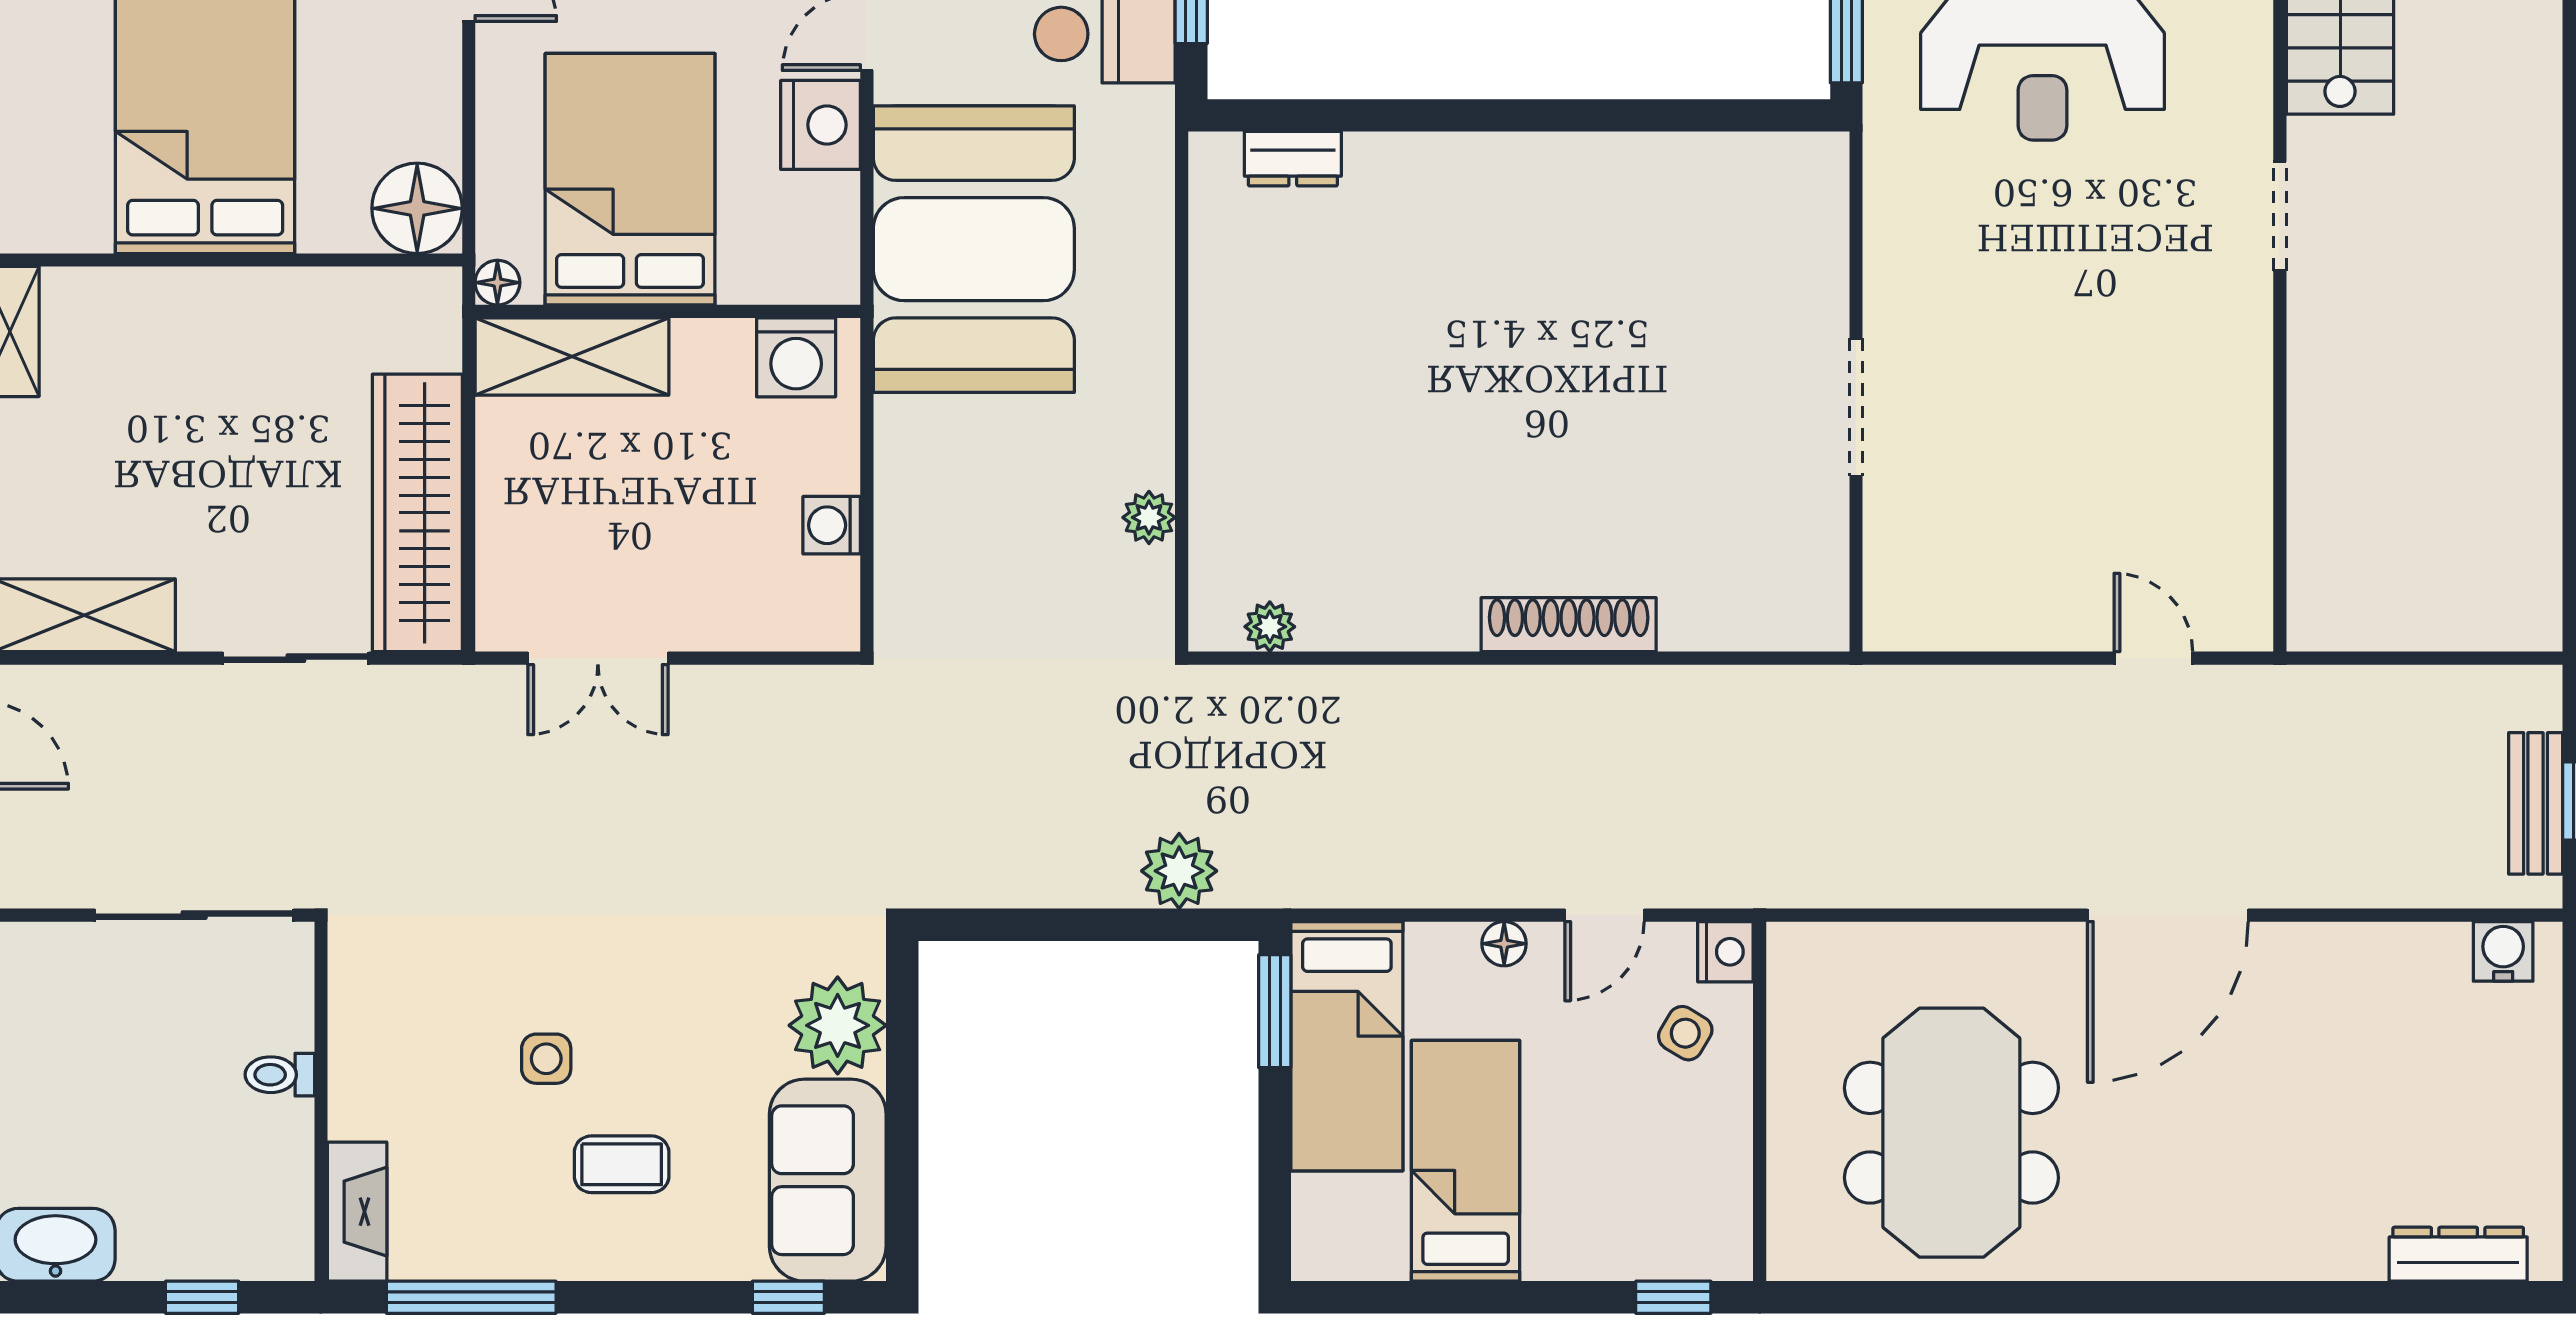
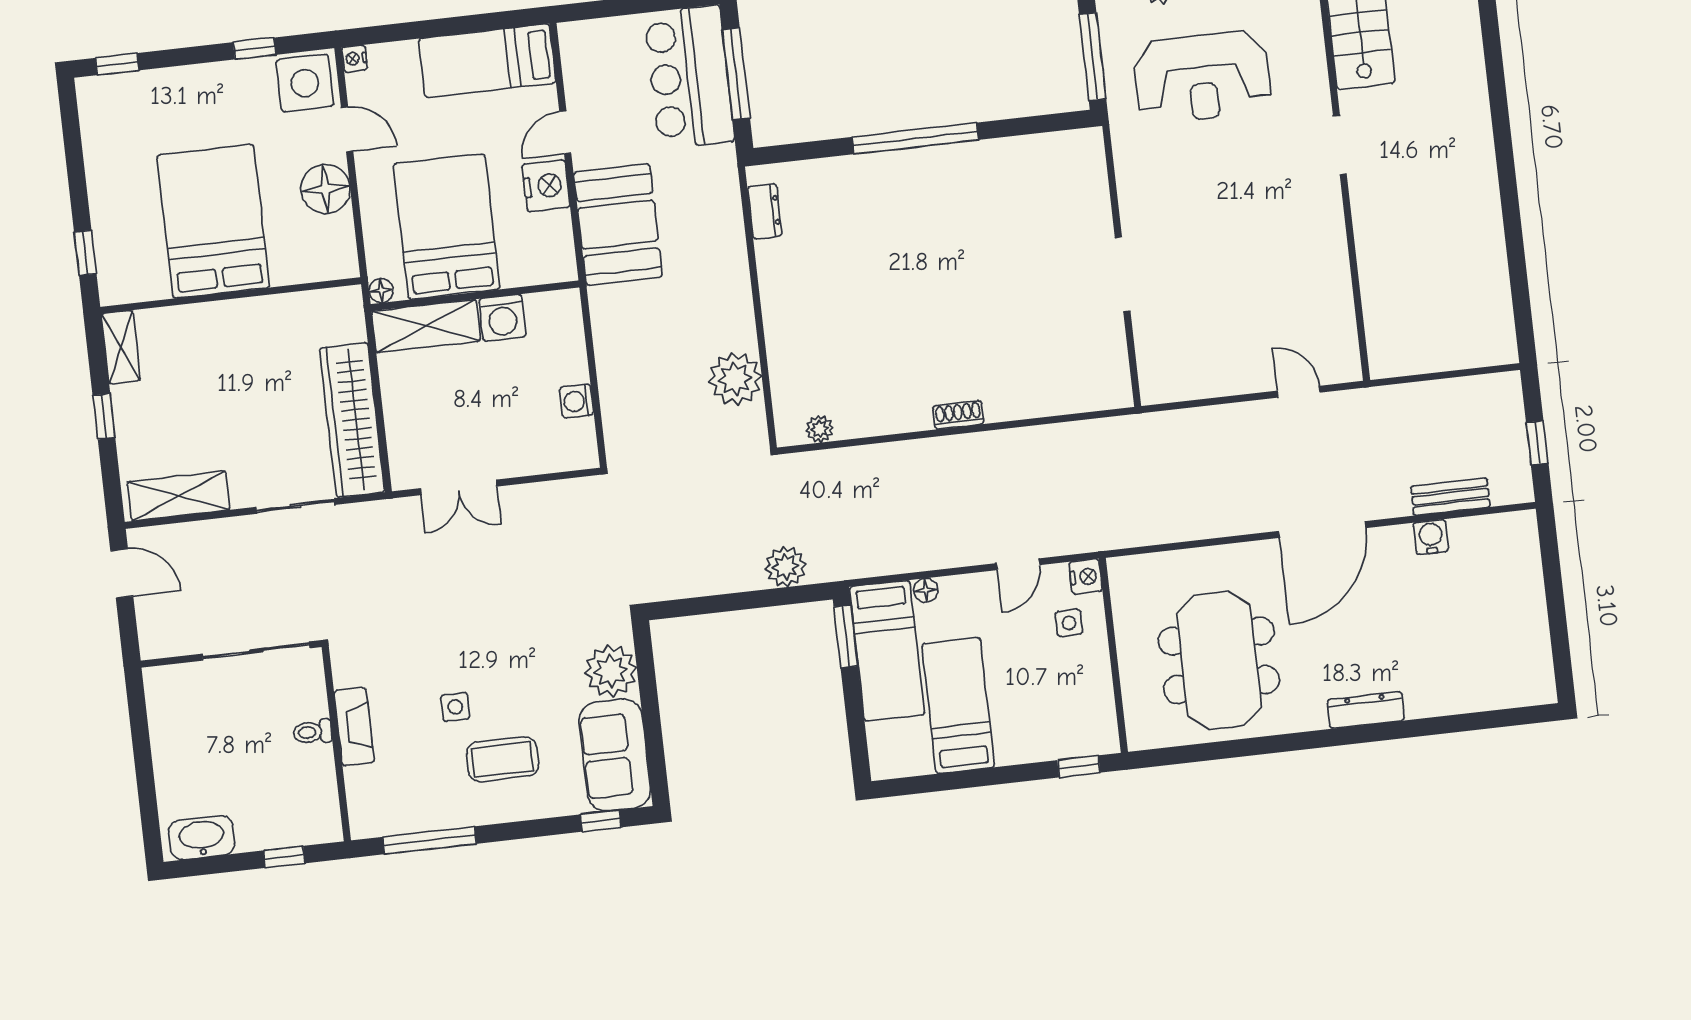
window: (1505, 115) -> (915, 138), added
dresser: (1293, 159) -> (765, 211), moved, turned -90
floor lamp: (417, 208) -> (326, 189), moved
booth: (974, 249) -> (618, 225), width x0.73, depth x0.70
washing machine: (796, 357) -> (502, 318), moved
plant: (1149, 517) -> (735, 379), width x1.87, depth x1.87
shoe rack: (1569, 625) -> (958, 415), width x0.51, depth x0.81
bench: (2536, 803) -> (1450, 497), moved, turned 90
floor lamp: (1504, 944) -> (926, 590), moved
water cooler: (2503, 951) -> (1431, 537), moved
side table: (1685, 1033) -> (1069, 623), turned -32
coffee table: (622, 1164) -> (503, 759), width x1.36, depth x1.30
fireplace: (357, 1212) -> (354, 727), moved
dresser: (2458, 1254) -> (1366, 710), moved

